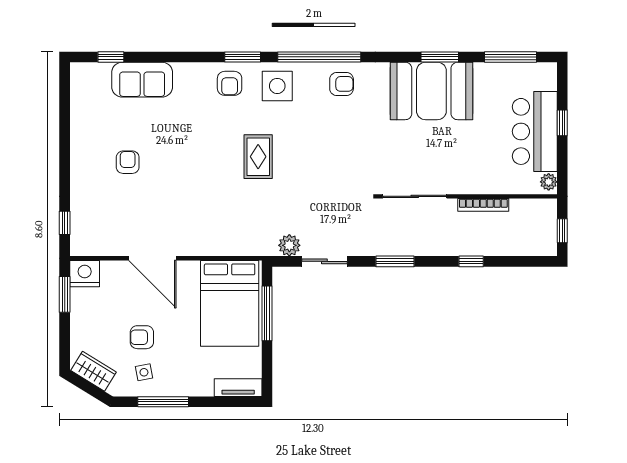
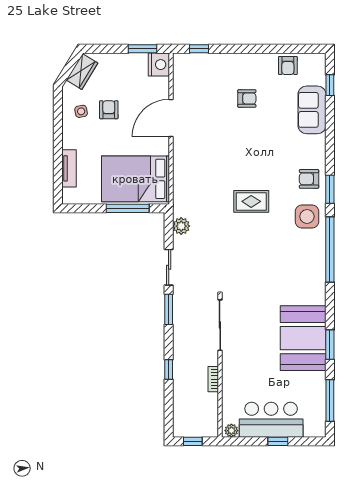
armchair: (342, 84) -> (288, 66), moved
bookcase: (483, 205) -> (213, 379), width x0.64
sliding door: (324, 261) -> (169, 267), moved
tv unit: (238, 388) -> (69, 168), moved
window: (163, 402) -> (58, 126), removed

